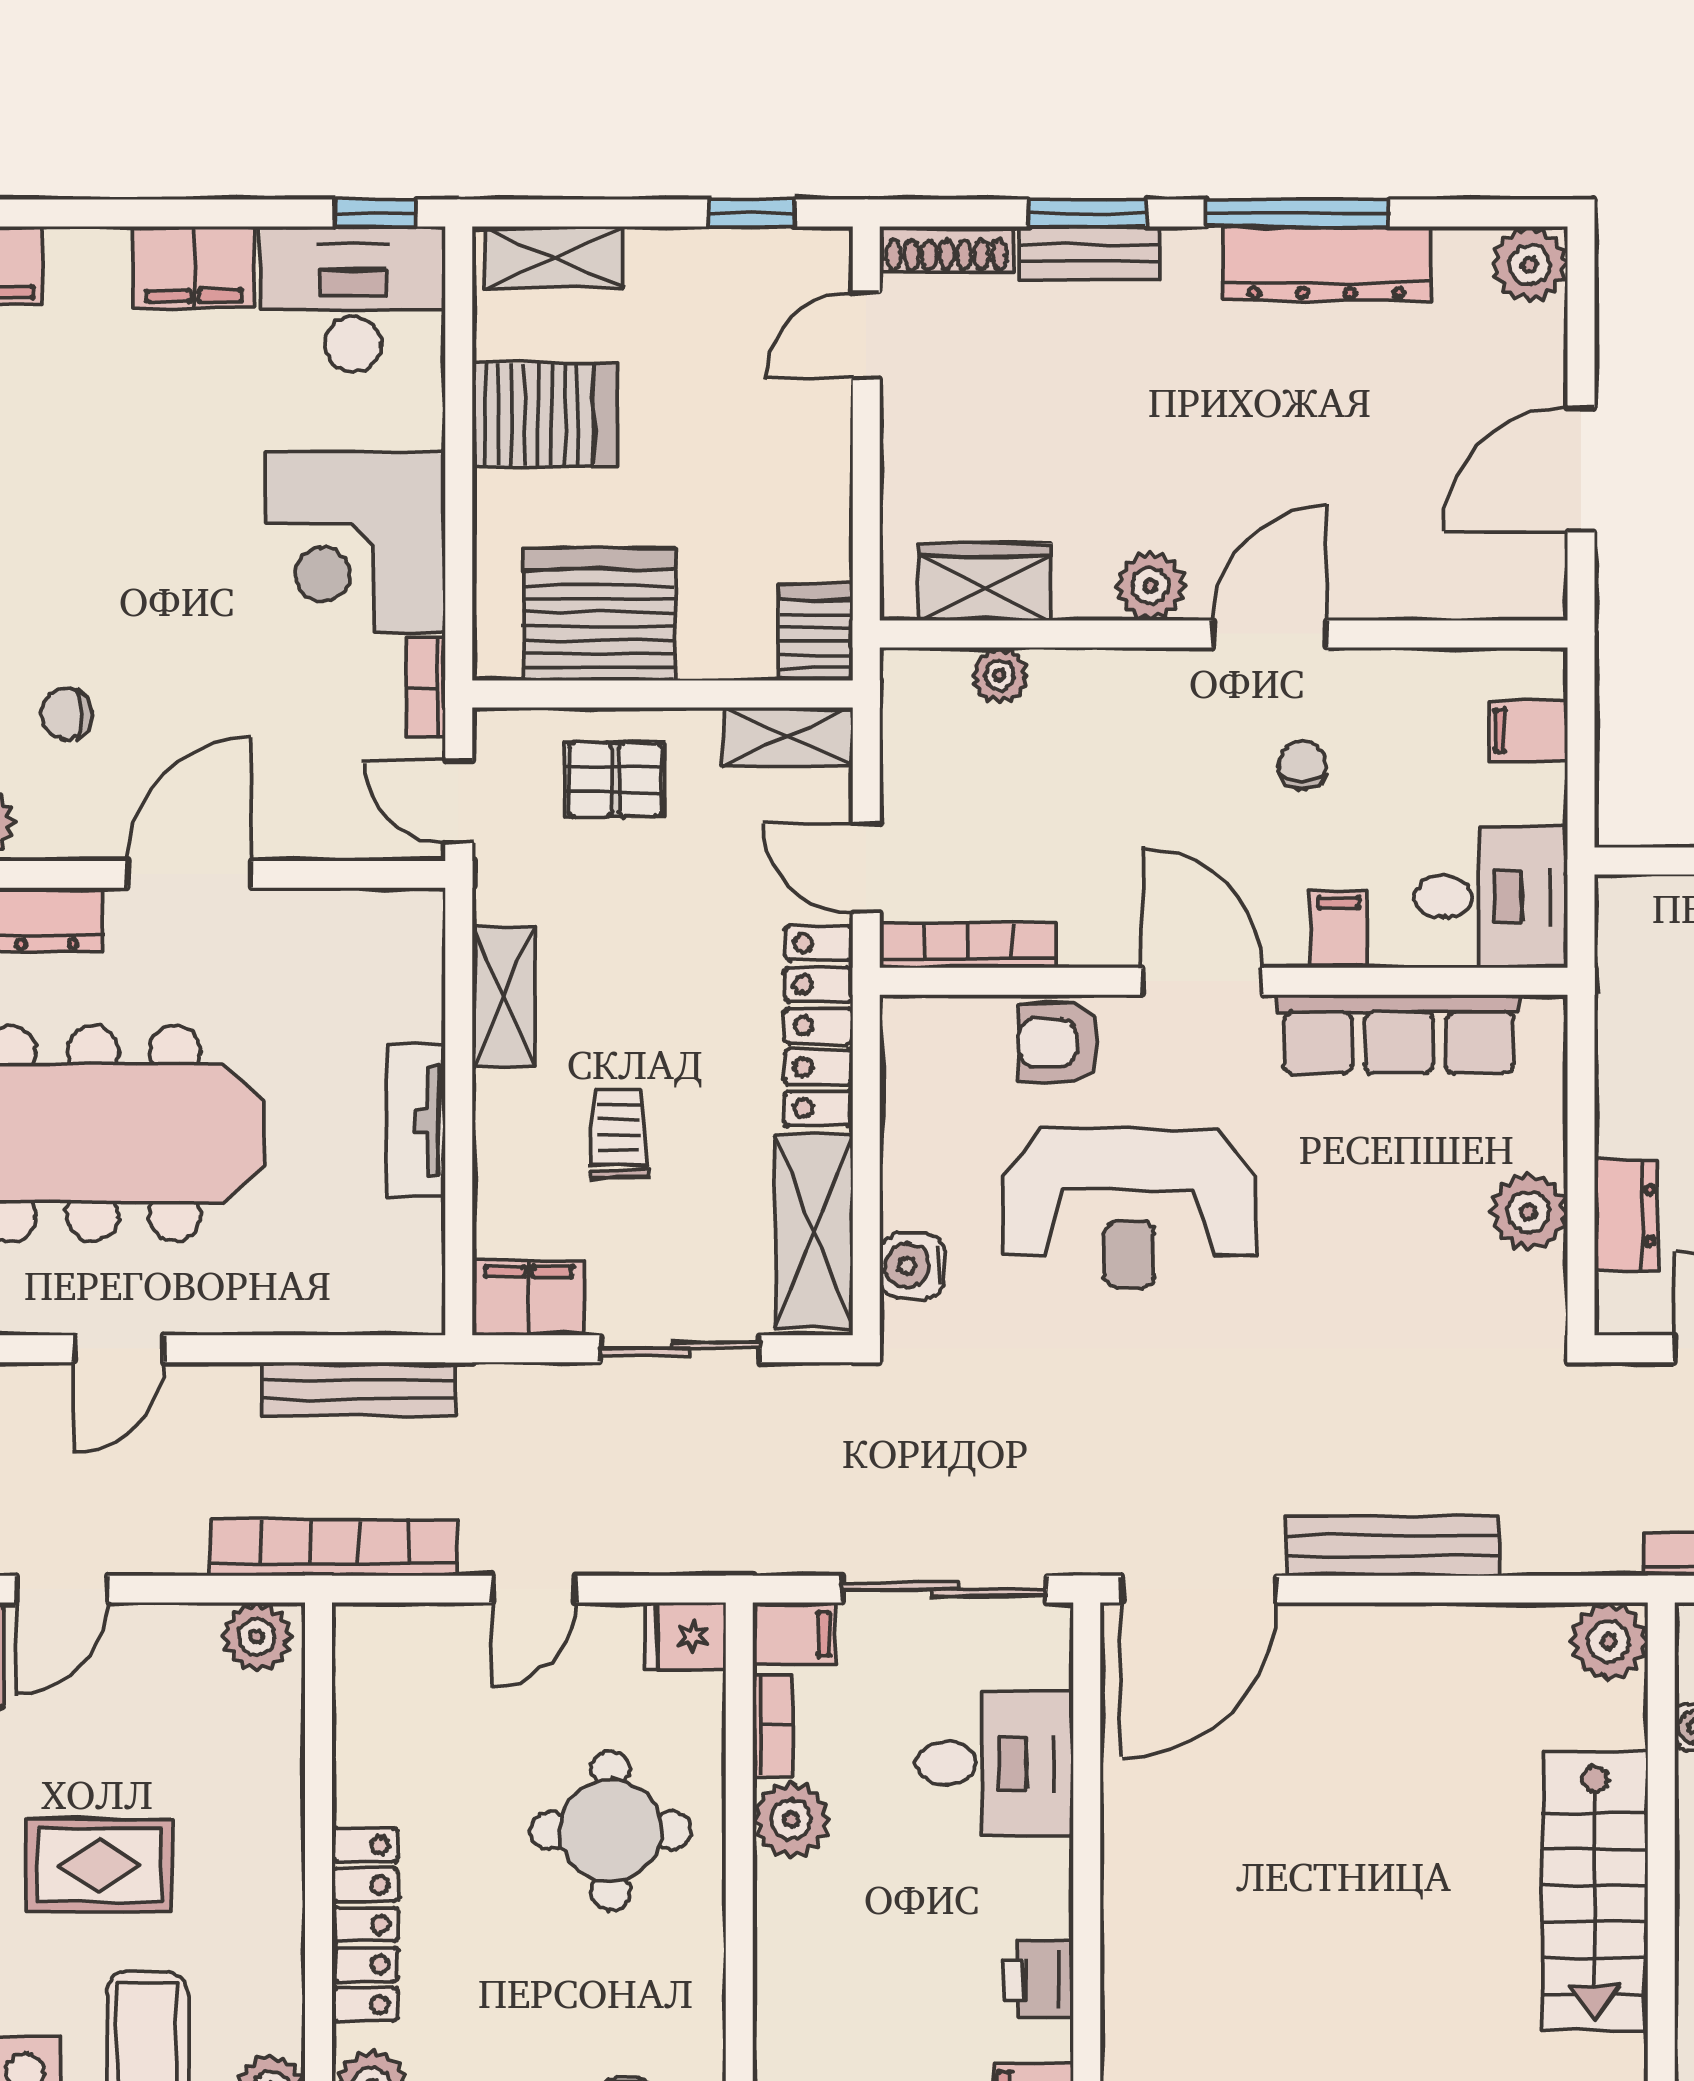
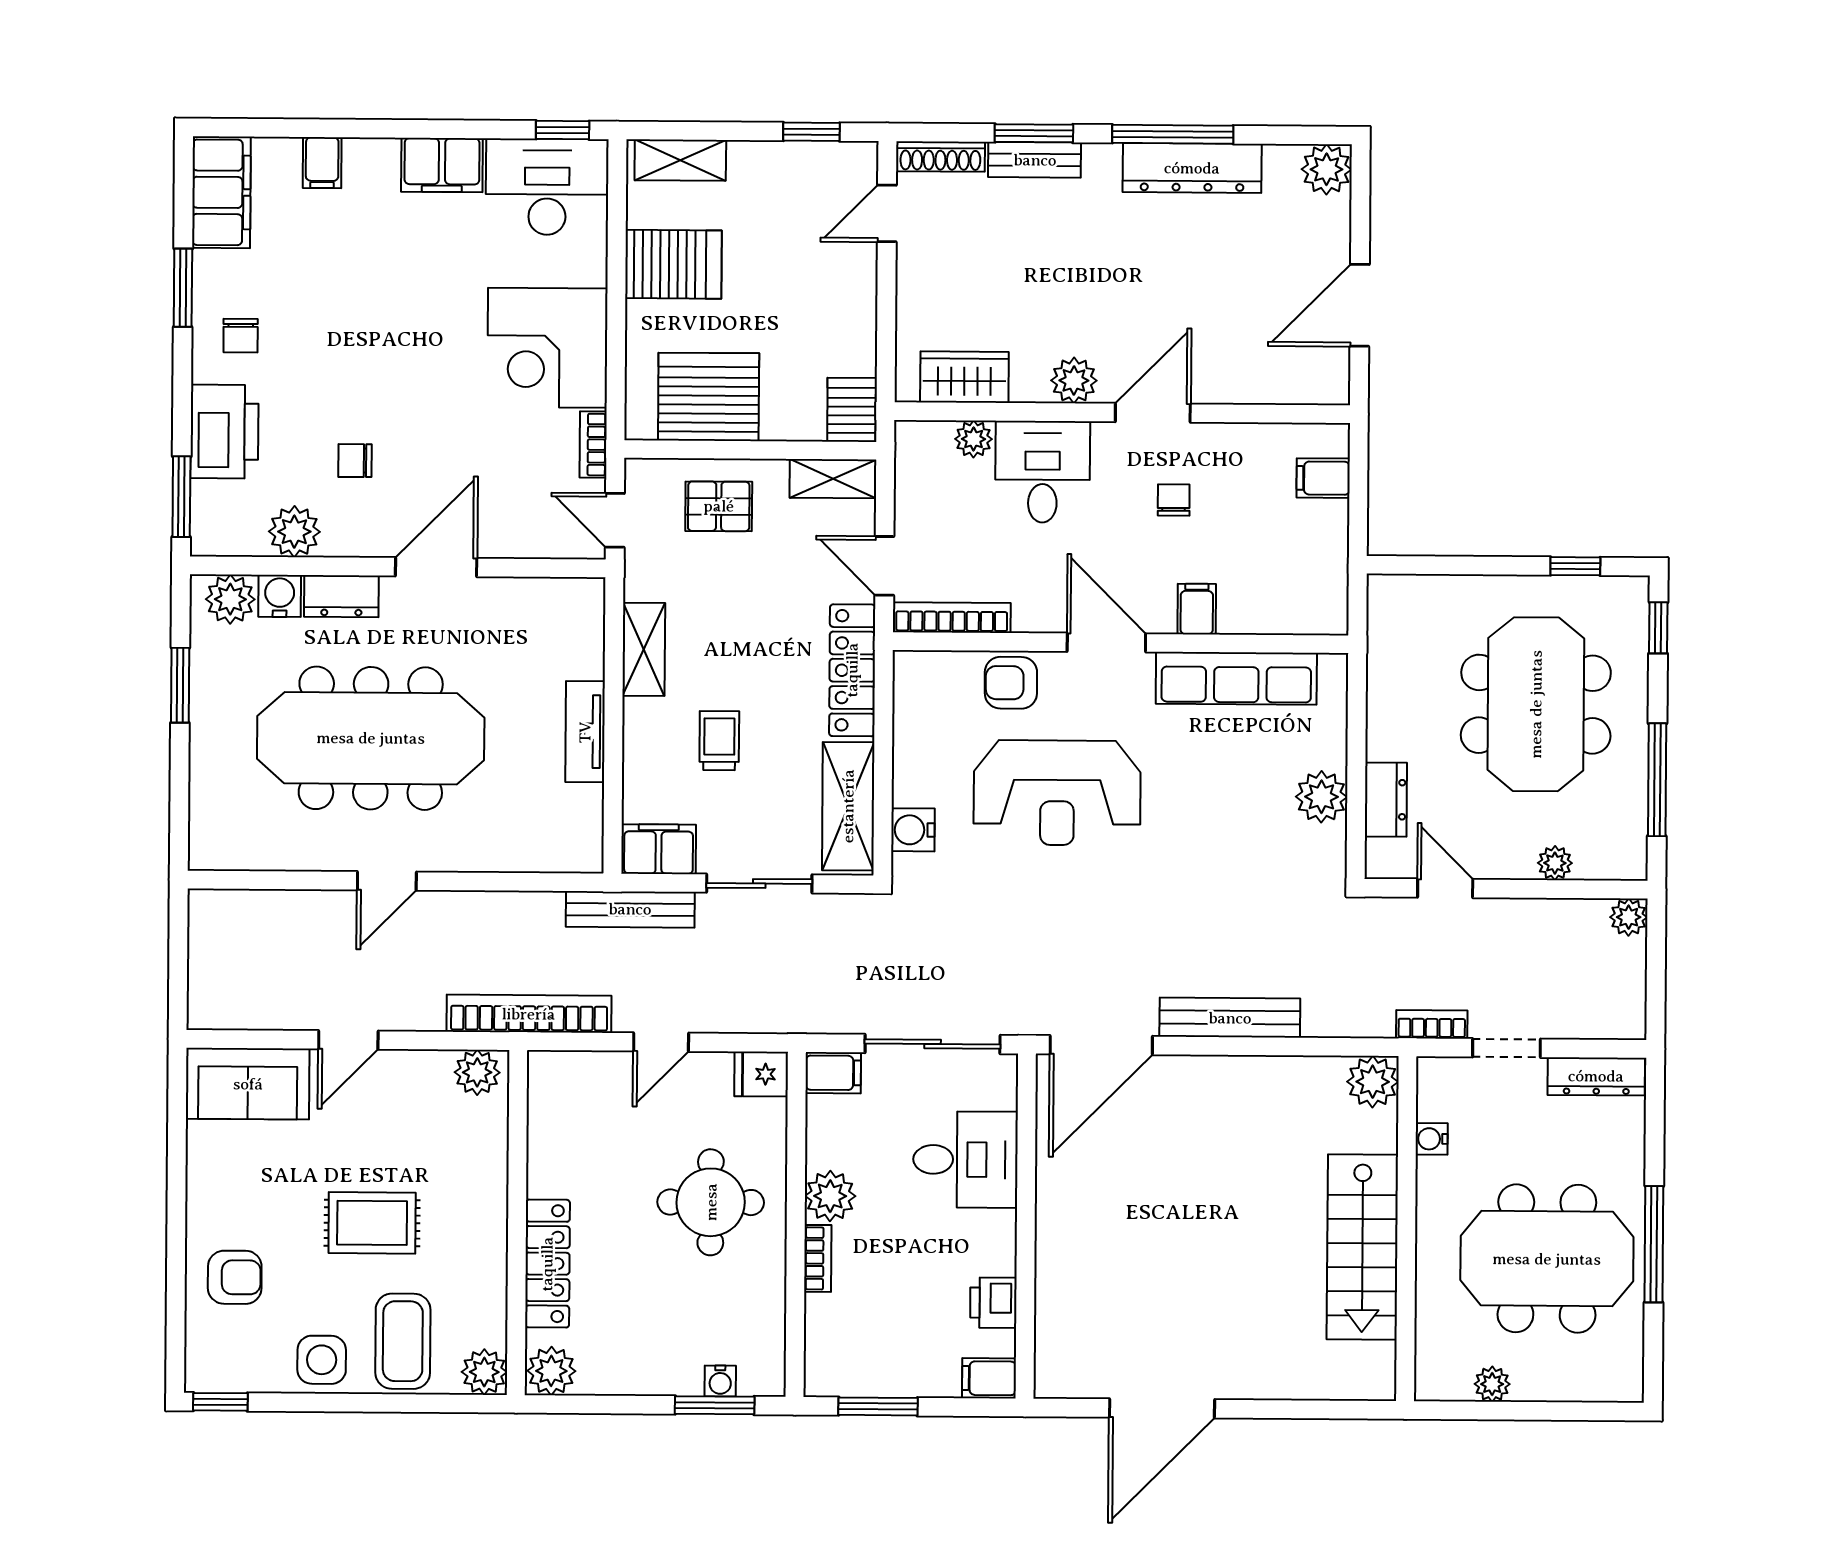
desk: (1491, 897) -> (1043, 472), moved, turned -90
bench: (358, 1389) -> (630, 909), moved
bookcase: (773, 1726) -> (818, 1258), moved

